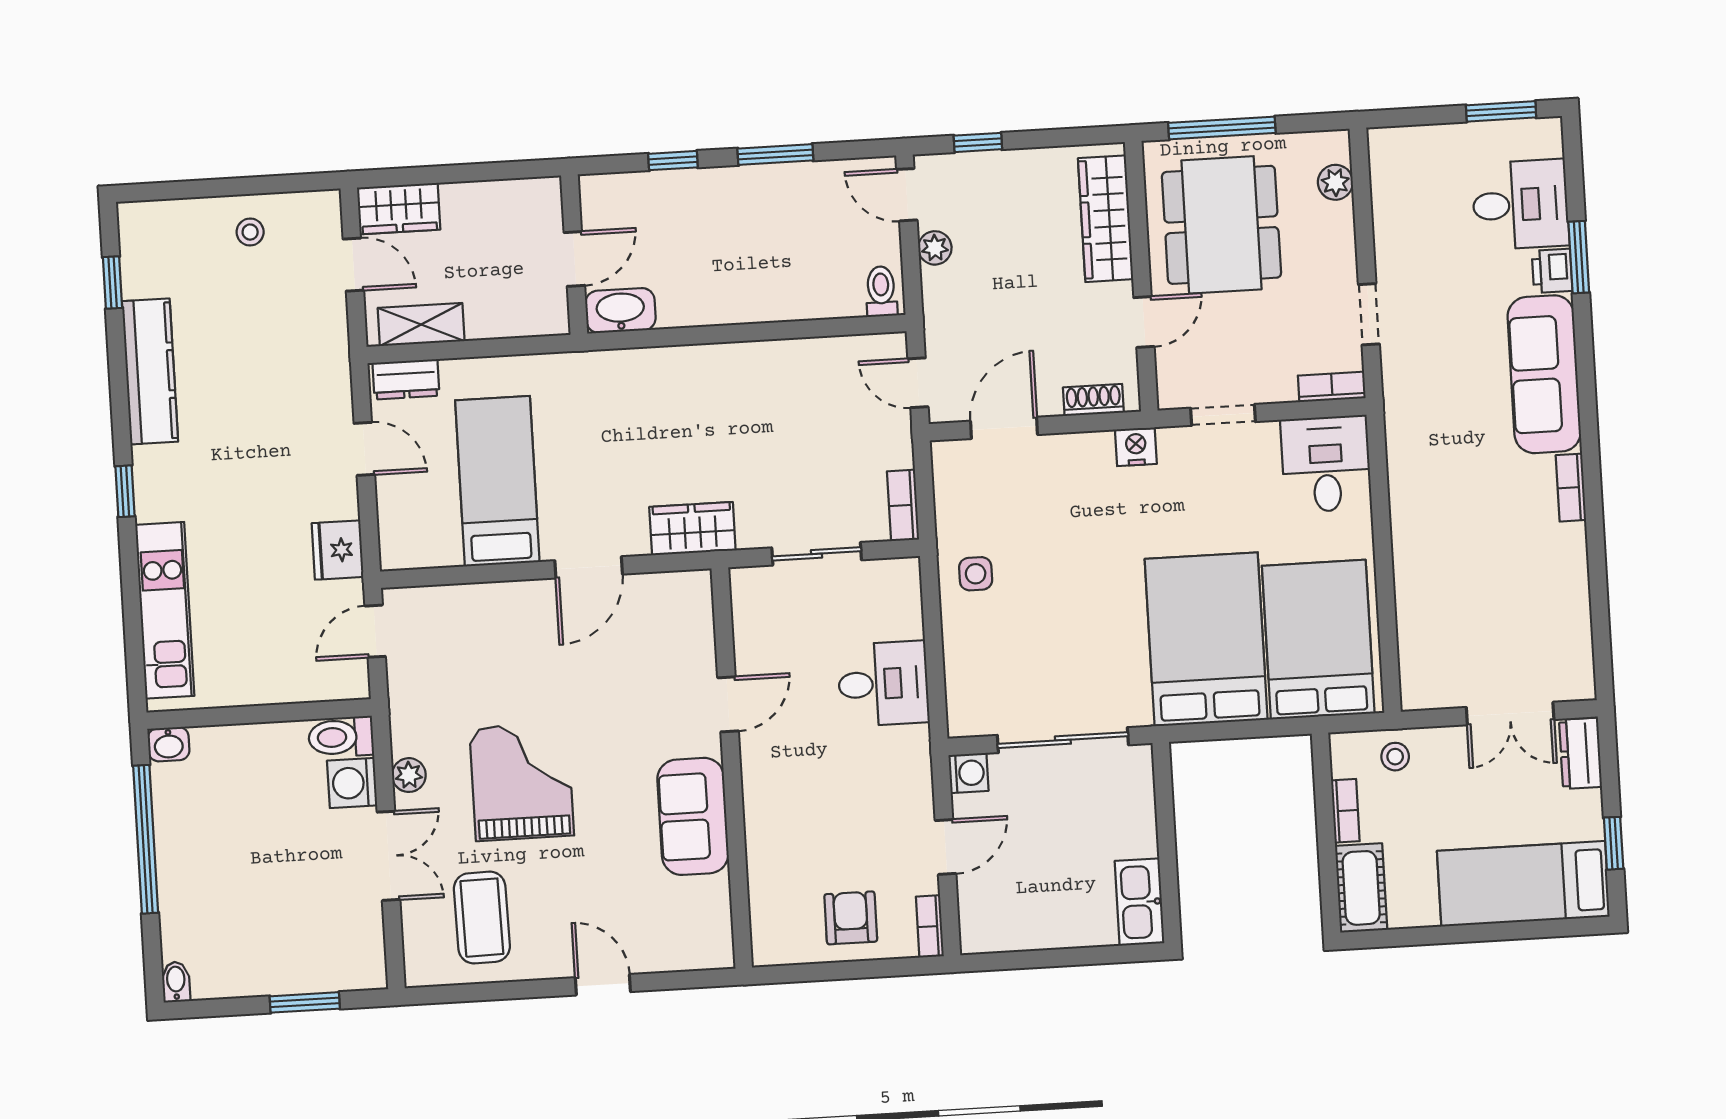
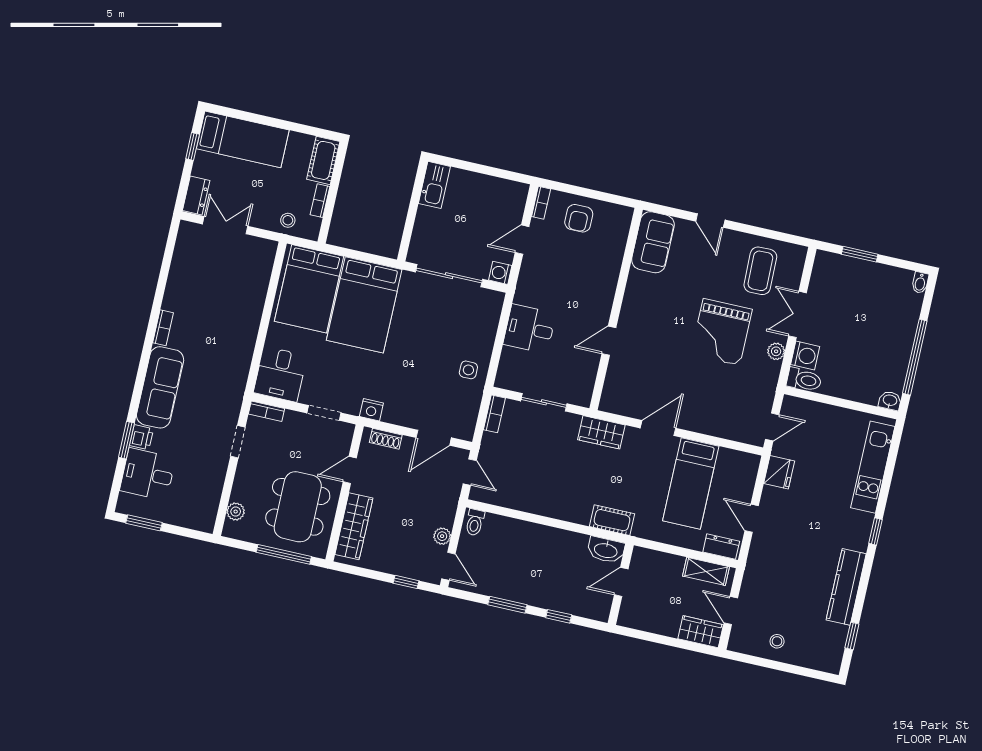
cot: (625, 370) -> (612, 520), added
sofa: (693, 816) -> (653, 242), moved

